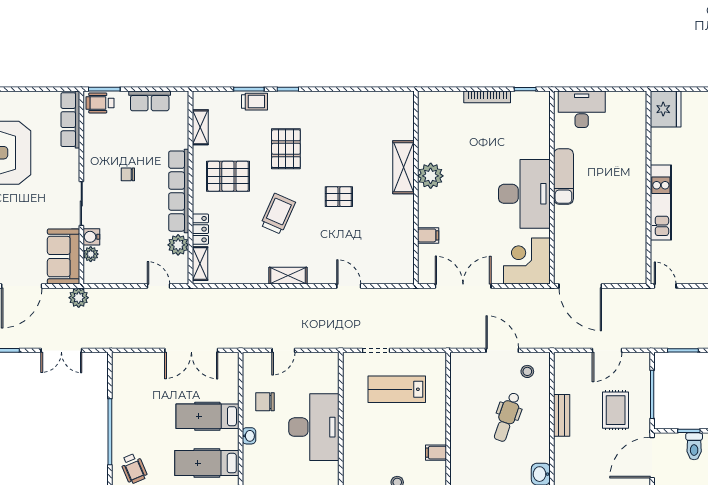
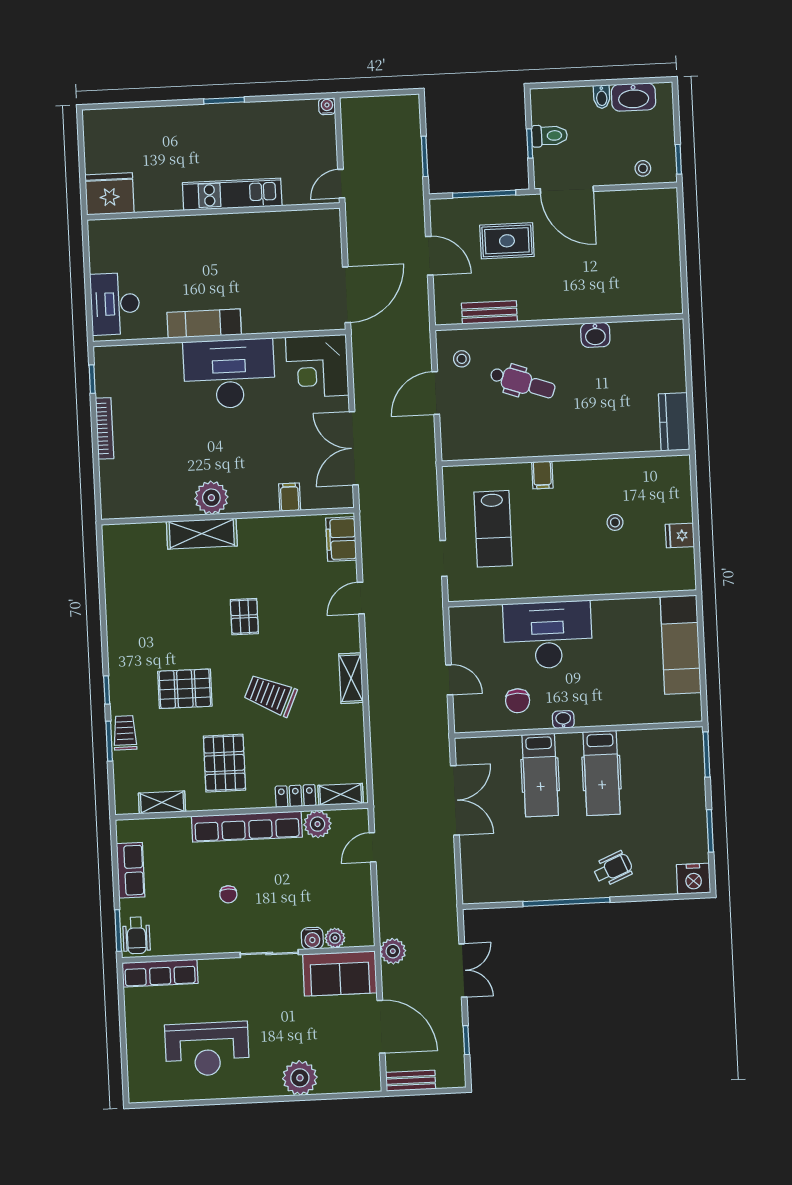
filing cabinet: (394, 273) -> (341, 539), added
bench: (562, 415) -> (489, 312), moved
filing cabinet: (436, 453) -> (542, 475), moved

